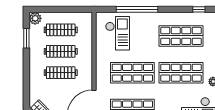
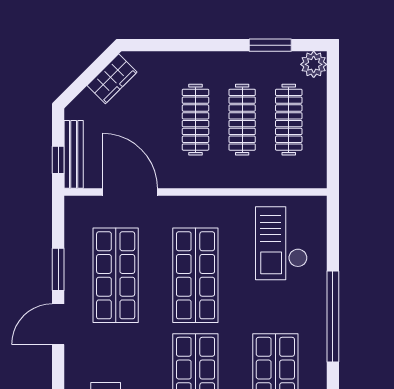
window: (137, 9) -> (333, 317), moved
checkout: (118, 33) -> (281, 243), turned 90

